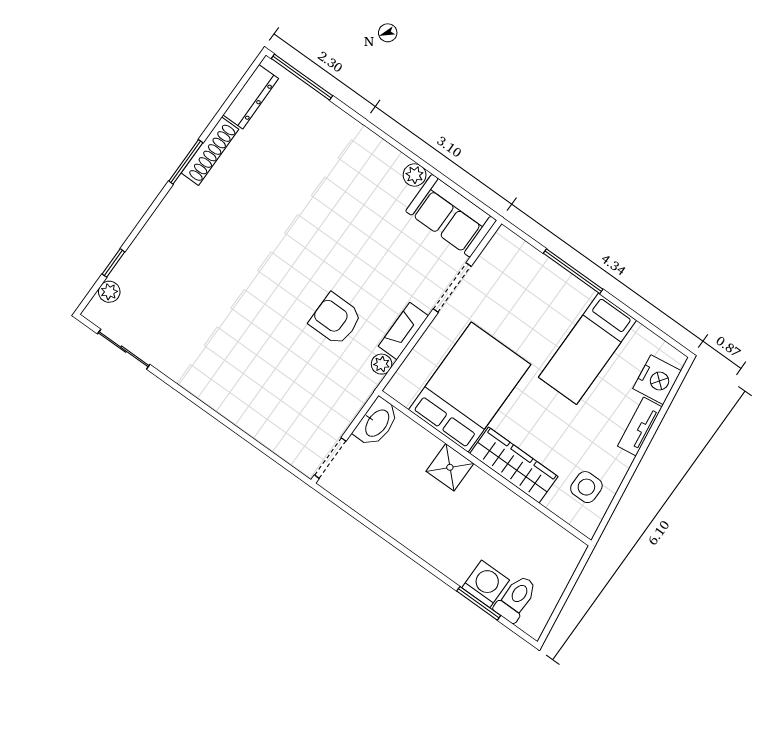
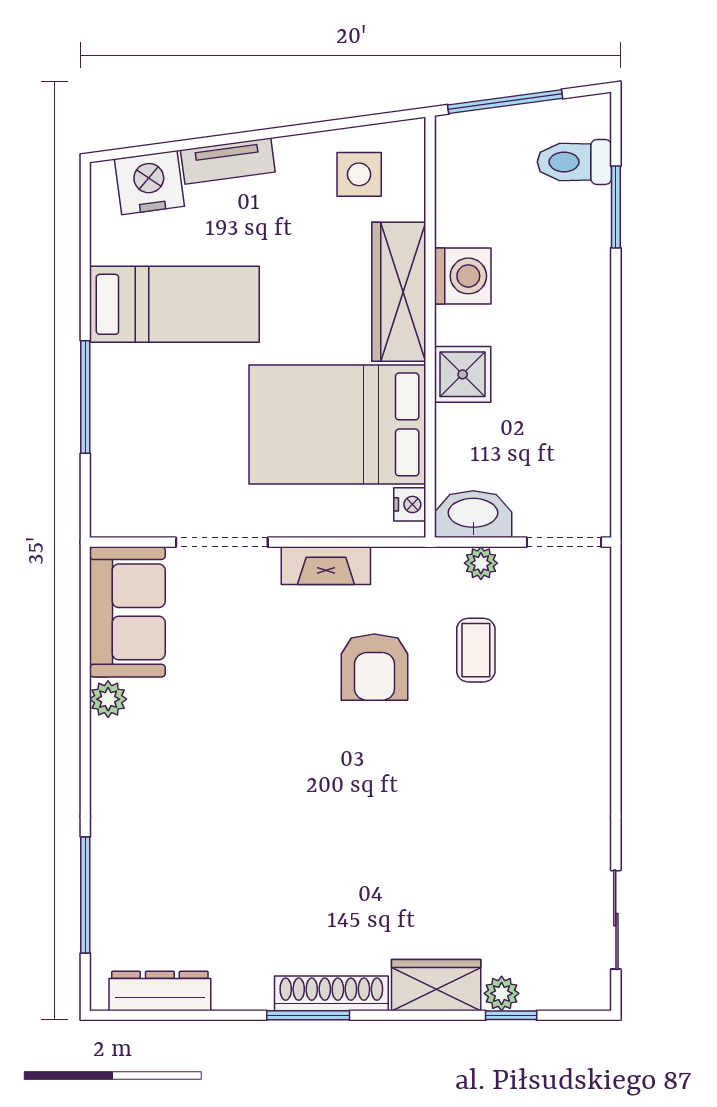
window: (302, 77) -> (85, 895), moved
shoe rack: (210, 151) -> (331, 993), moved
wardrobe: (155, 236) -> (436, 985), added
plant: (109, 292) -> (502, 993), moved
plant: (382, 364) -> (481, 563), moved
coffee table: (308, 376) -> (476, 650), added
nightstand: (404, 395) -> (410, 504), added
washing machine: (486, 584) -> (463, 276), moved, turned 180
window: (571, 586) -> (505, 102), added

